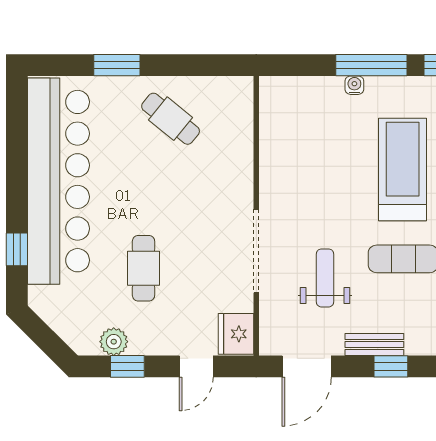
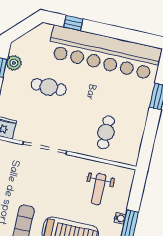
cafe table: (171, 119) -> (106, 132), moved, turned -38
weight bench: (325, 278) -> (99, 189), moved, turned 90

